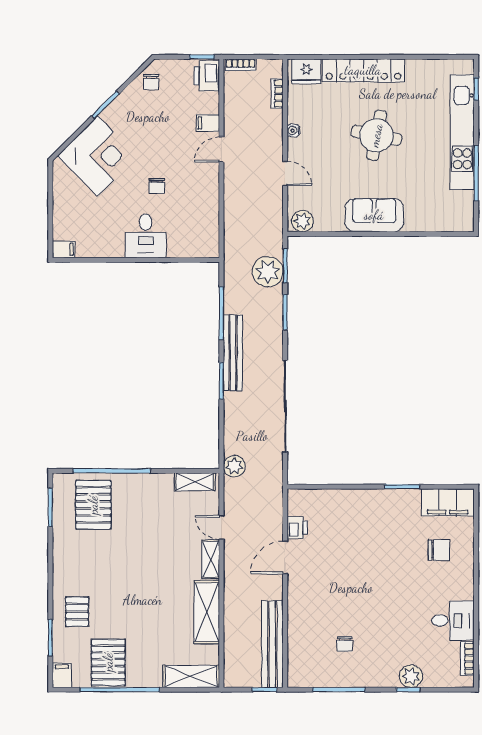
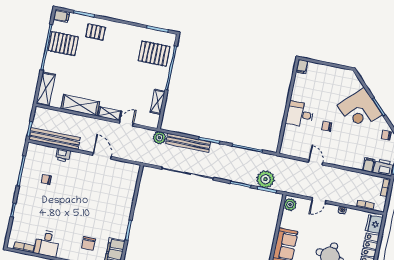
filing cabinet: (208, 123) -> (369, 165), moved
door: (221, 149) -> (316, 162), moved
corner desk: (98, 156) -> (360, 110), moved
bench: (233, 353) -> (188, 143), moved
shelving: (195, 482) -> (158, 102), moved
printer: (297, 528) -> (63, 155), moved
plant: (411, 676) -> (20, 213), removed

